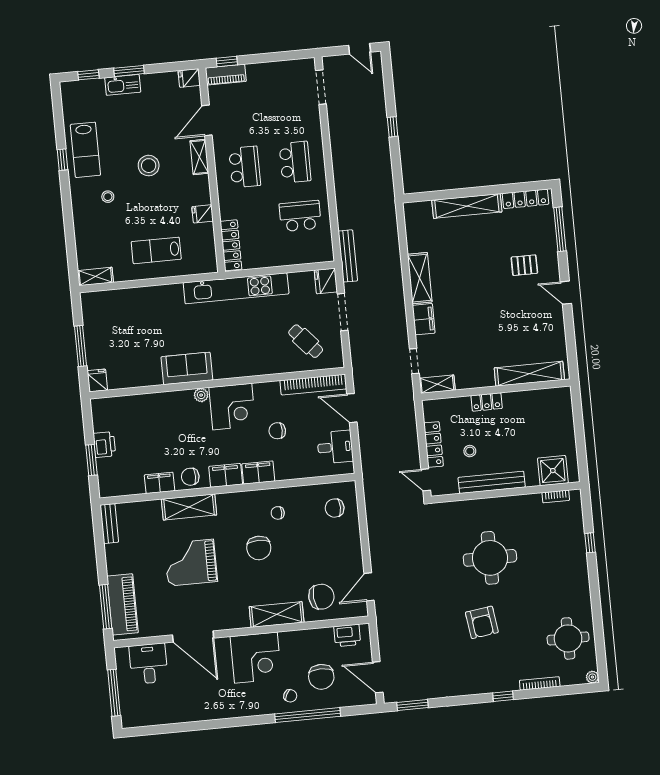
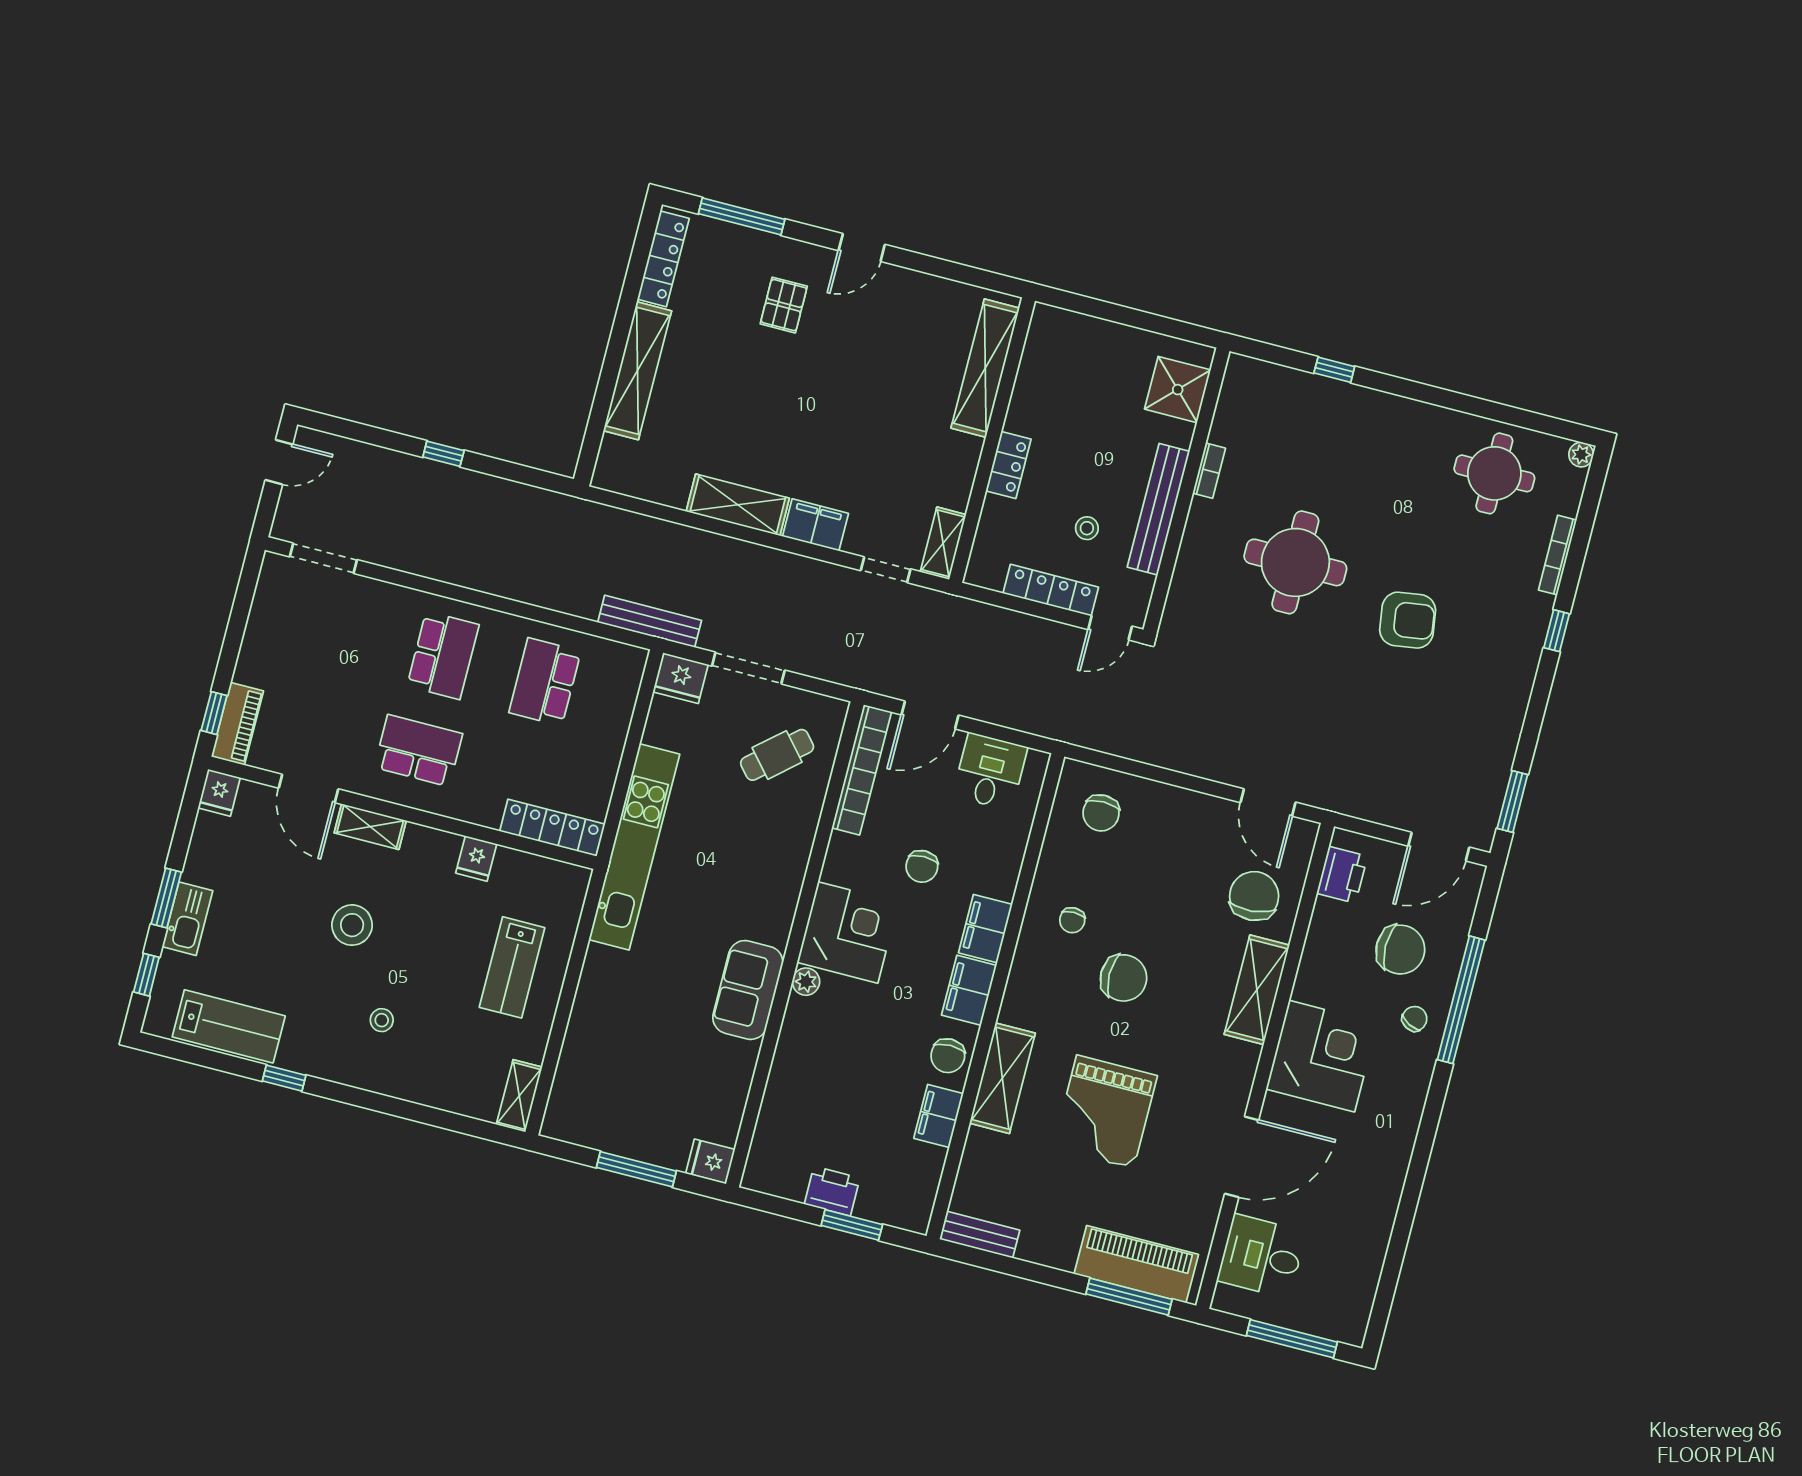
lab bench: (85, 150) -> (229, 1026), moved
school desk: (295, 162) -> (443, 655), turned 90
bookcase: (556, 496) -> (1209, 471), moved

